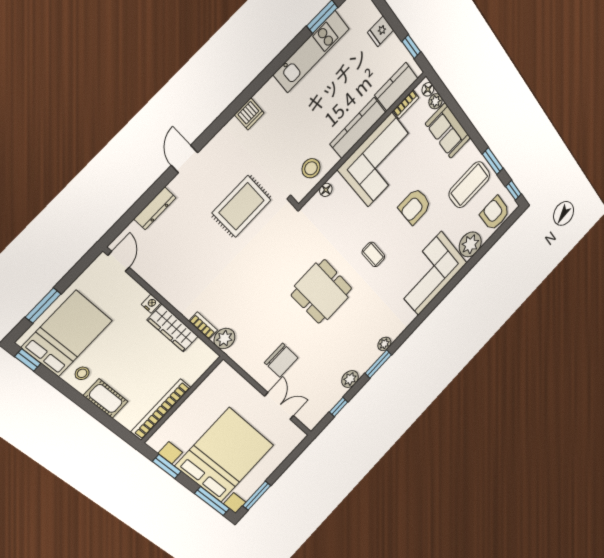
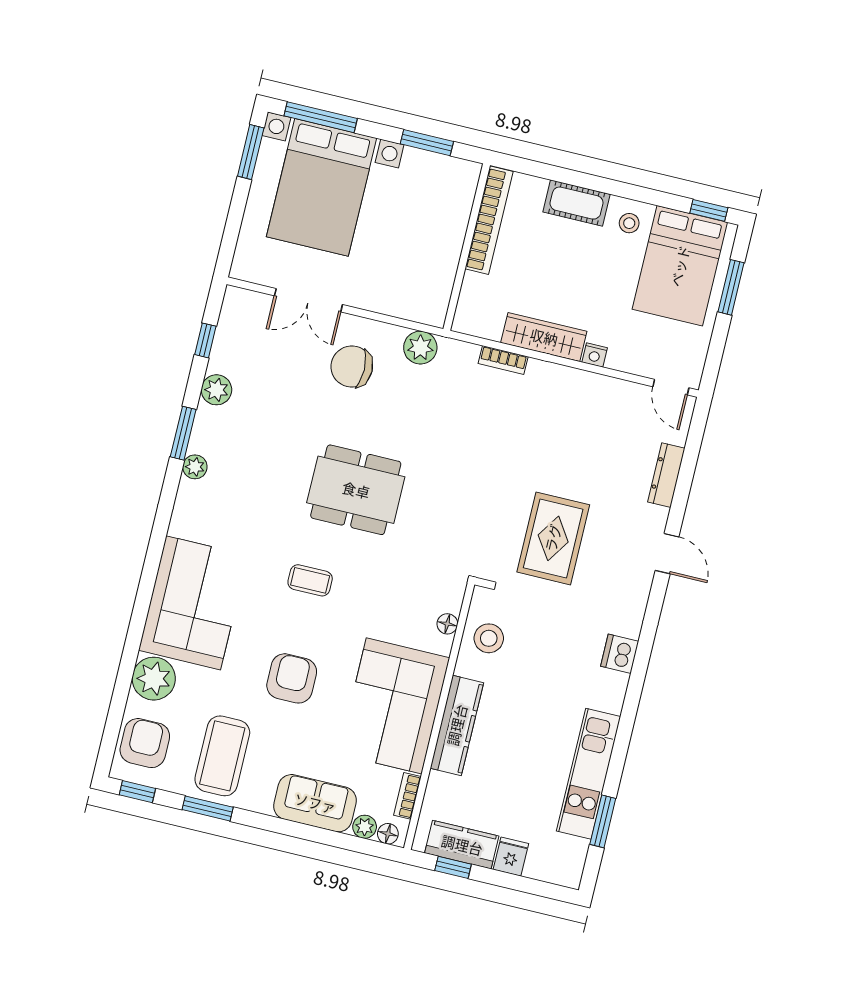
kitchen counter: (396, 87) -> (462, 845), moved, turned -90
armchair: (495, 213) -> (145, 743), turned -90
plant: (224, 339) -> (420, 348), moved
bed with nightstands: (225, 455) -> (322, 187), width x0.73

